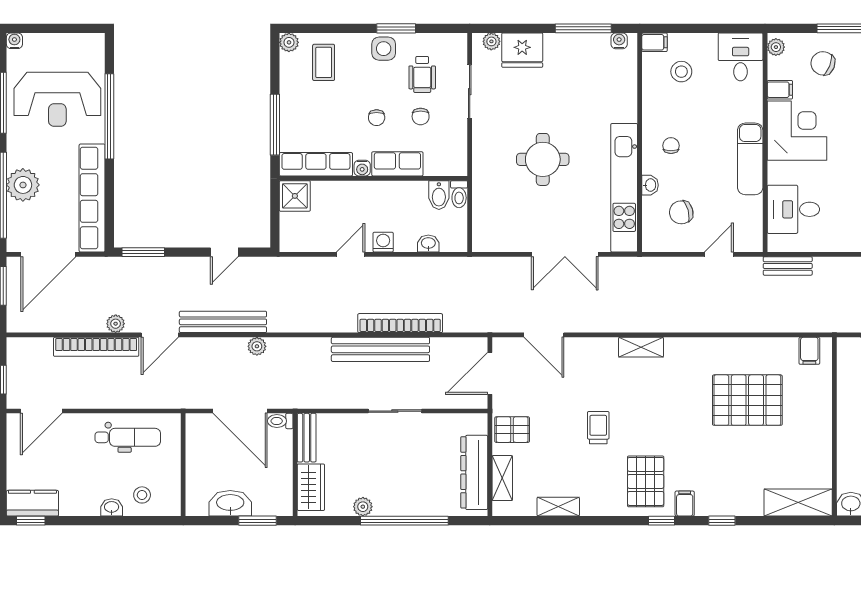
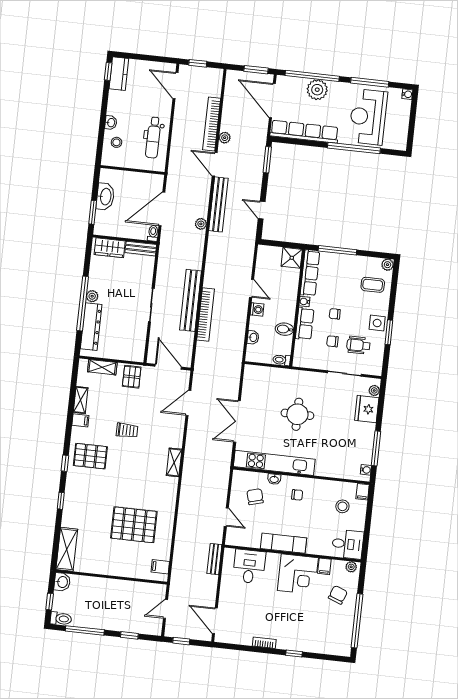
bidet: (439, 195) -> (284, 329), moved
pallet: (747, 400) -> (134, 525), turned 90
dresser: (474, 472) -> (91, 327), moved, turned 90
filing cabinet: (685, 504) -> (80, 420), moved
plant: (363, 507) -> (92, 296), moved

